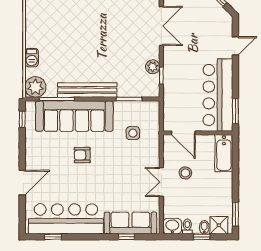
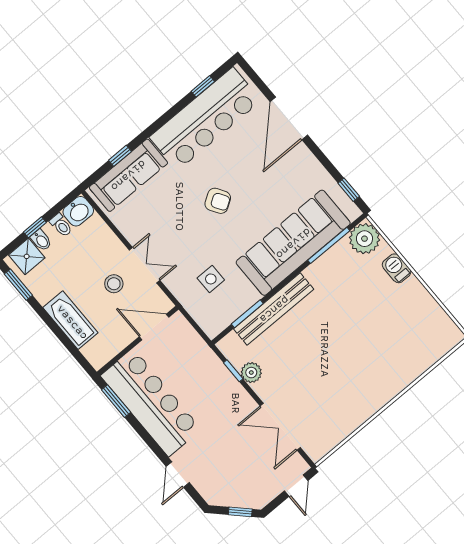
bench: (87, 90) -> (274, 309), moved
bathtub: (224, 153) -> (70, 320), moved
armchair: (82, 155) -> (218, 201), moved, turned 58
double door: (161, 182) -> (145, 265), moved
door: (22, 183) -> (289, 118), width x1.36

